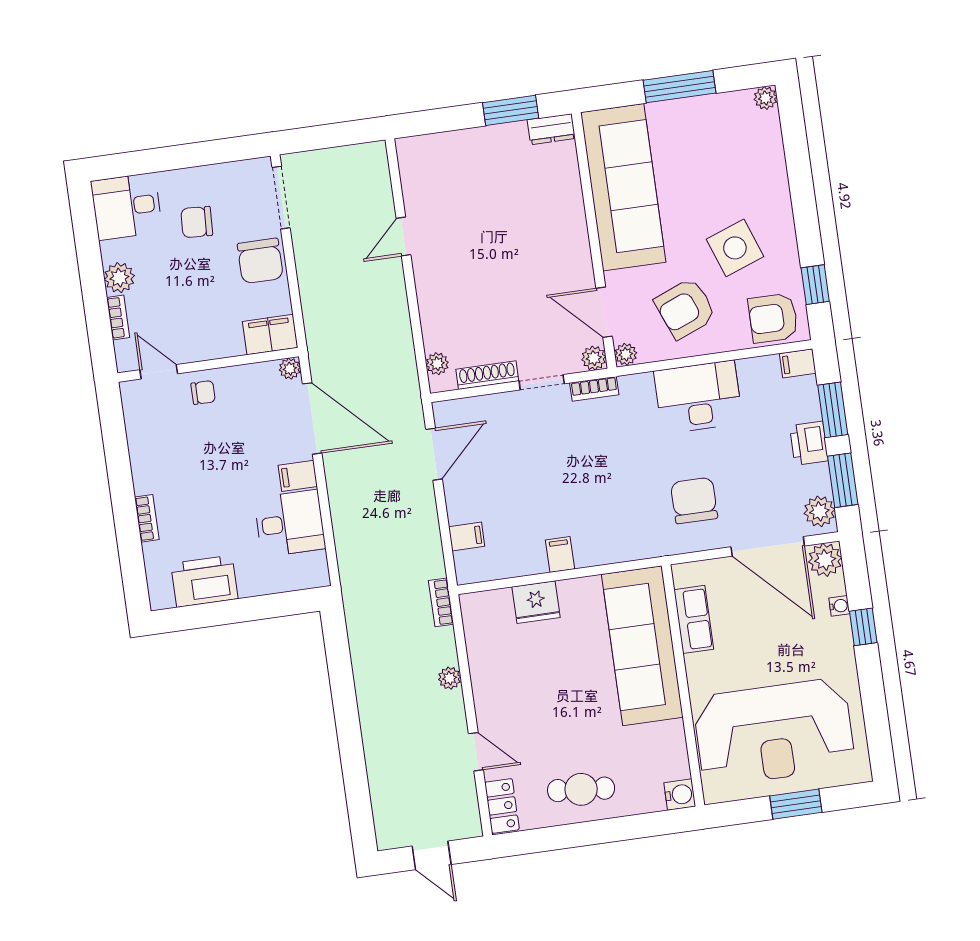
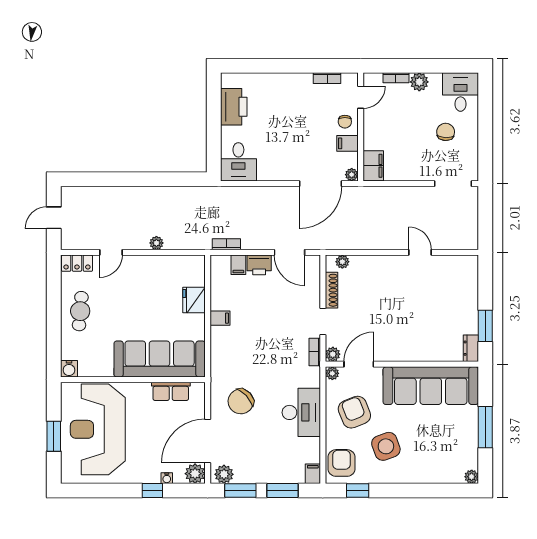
chair: (260, 261) -> (418, 166), removed
printer: (809, 443) -> (259, 265), moved, turned 180
filing cabinet: (298, 476) -> (347, 143), moved, turned -90
chair: (694, 500) -> (241, 401), turned 137
bookcase: (147, 518) -> (327, 78), moved
desk: (290, 523) -> (238, 162), moved
bookcase: (441, 602) -> (226, 244), moved

